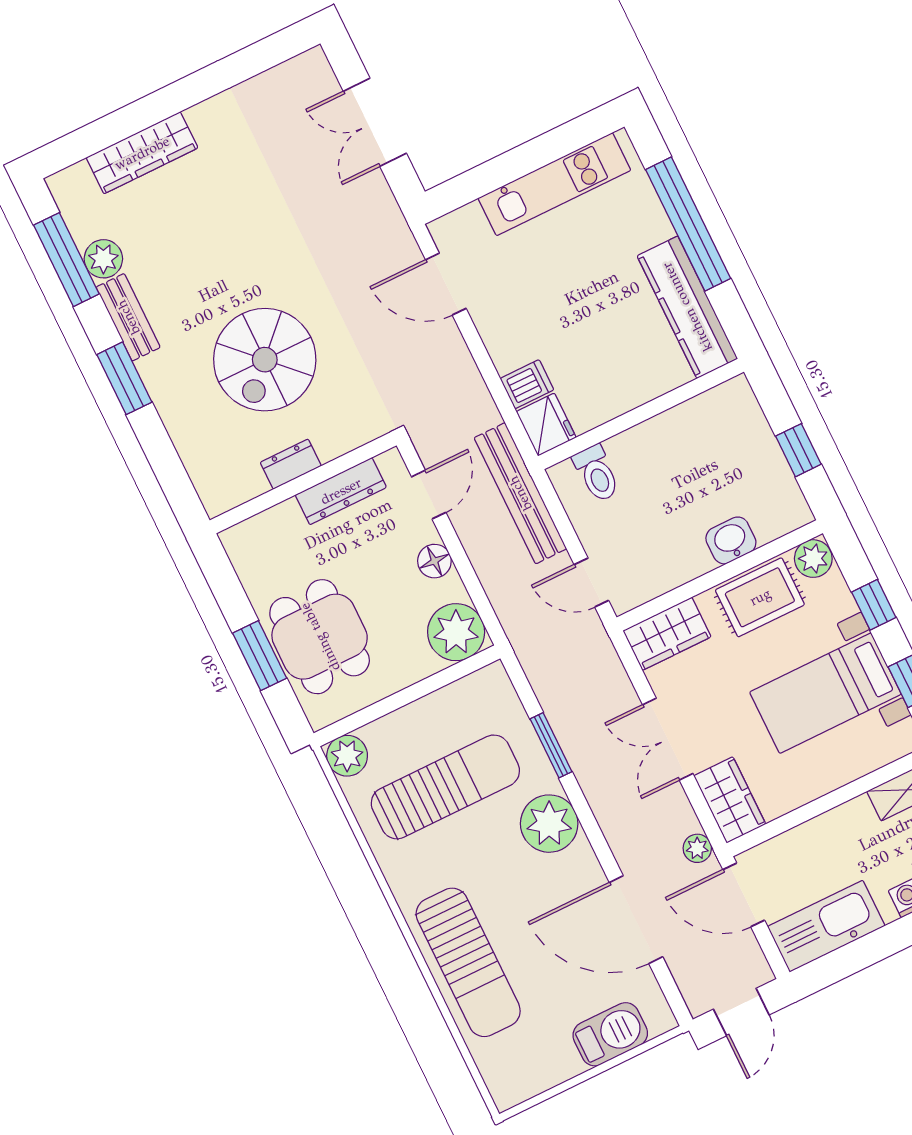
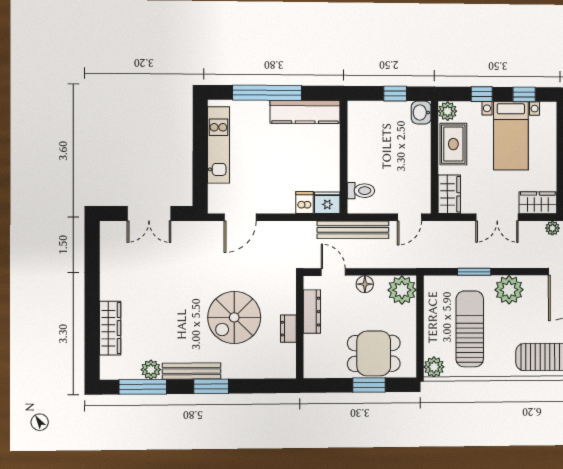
bench: (128, 317) -> (191, 371), width x1.36
spiral stairs: (265, 360) -> (234, 317), turned 90
washbasin: (731, 540) -> (421, 113), moved

